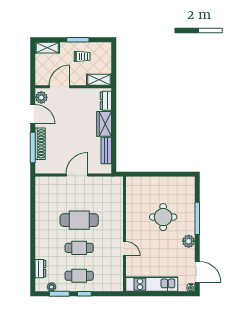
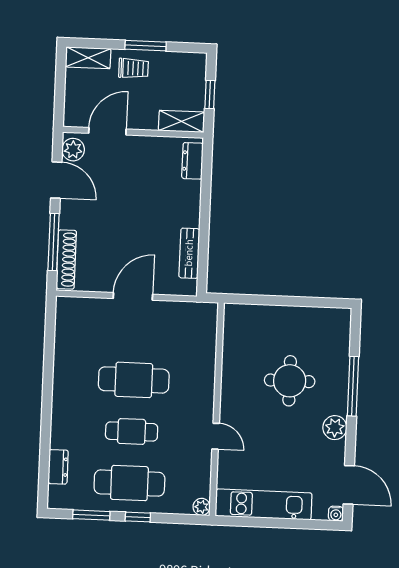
trolley: (82, 56) -> (133, 68), moved
window: (114, 65) -> (210, 95), added
wardrobe: (104, 124) -> (187, 203), removed
shoe rack: (40, 144) -> (66, 259), moved
cafe table: (79, 276) -> (129, 483), width x1.37, depth x1.35
plant: (52, 287) -> (202, 507), moved

